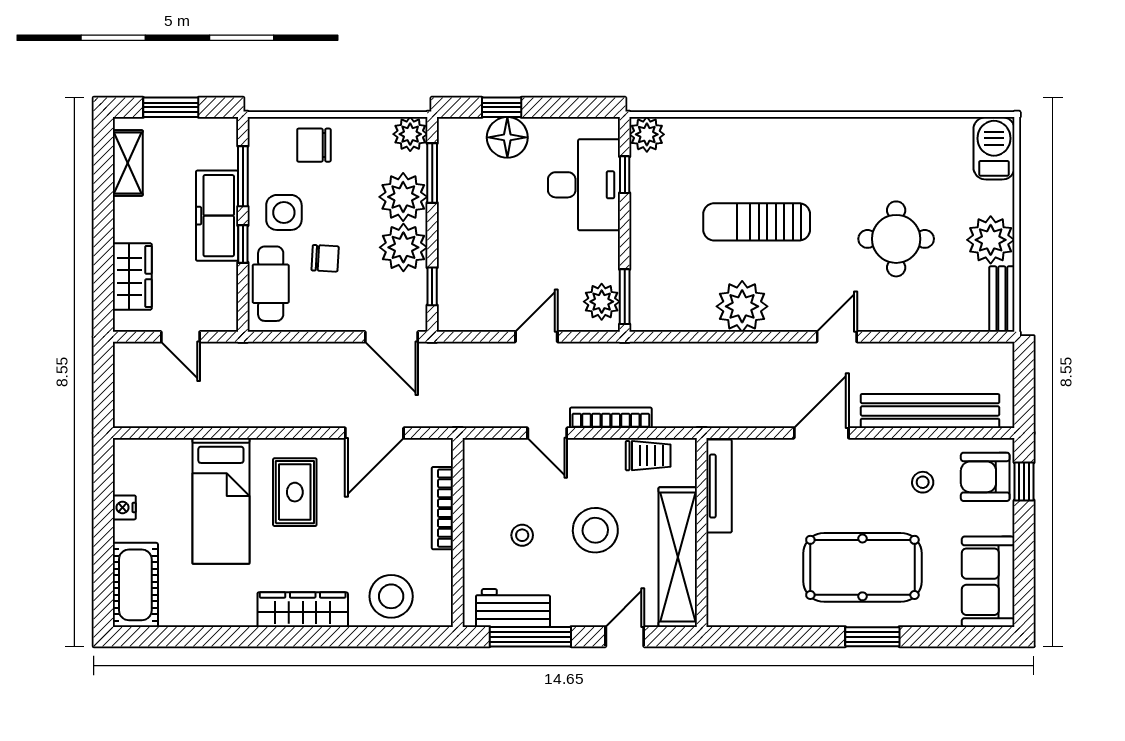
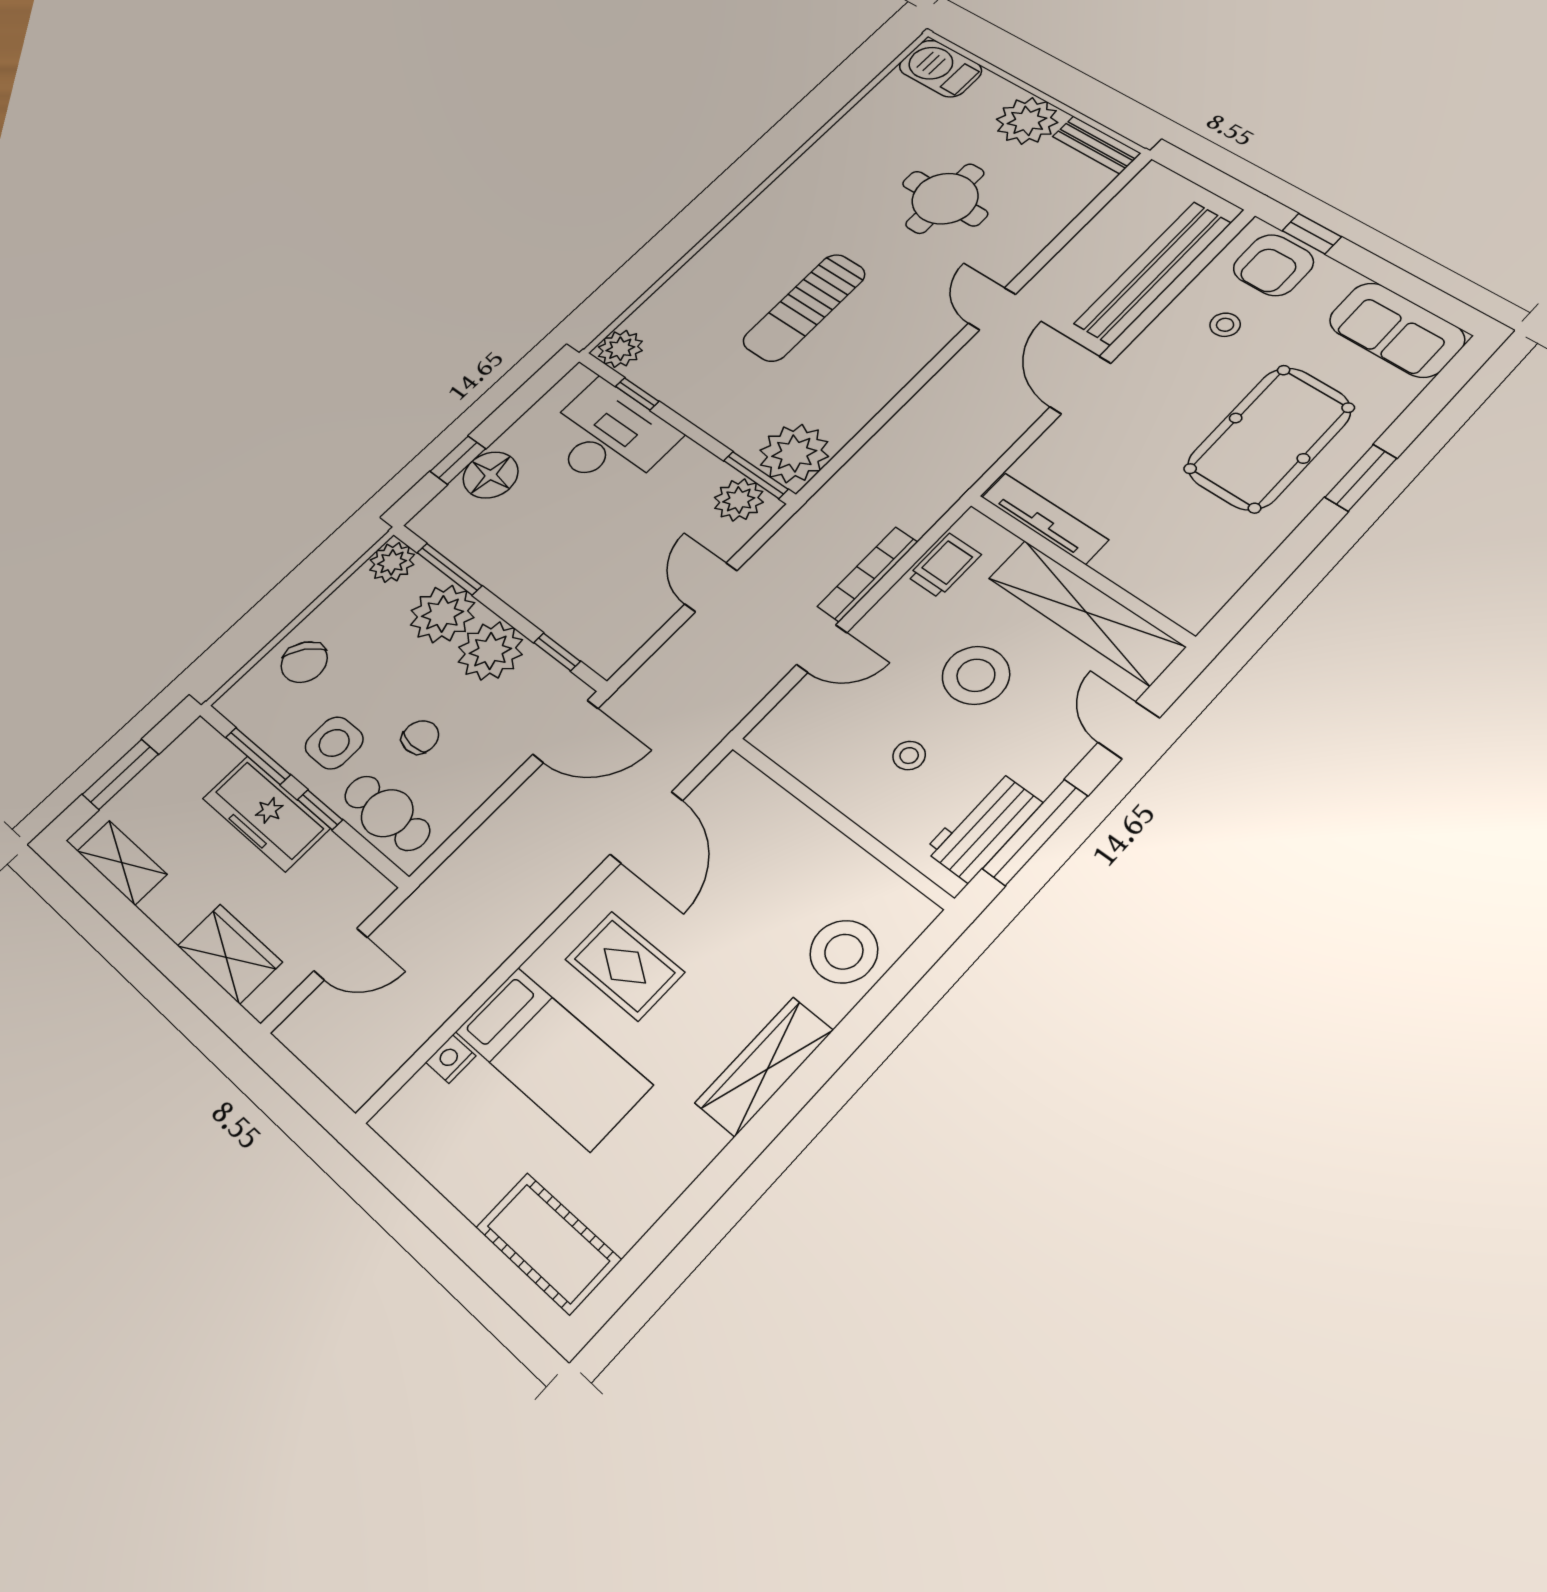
chair: (314, 145) -> (304, 662), turned -48
plant: (742, 306) -> (794, 453), moved
nightstand: (124, 507) -> (451, 1059), moved, turned 90
bookcase: (442, 508) -> (798, 818), removed

